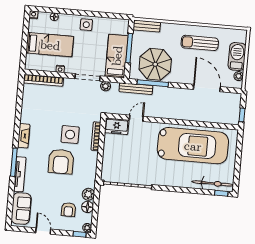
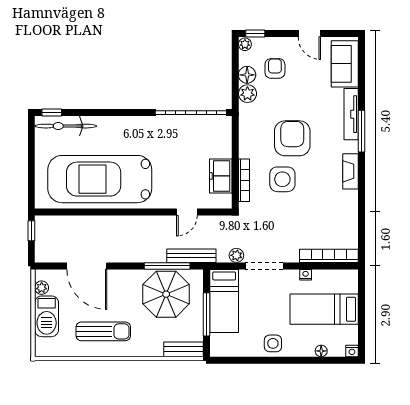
freezer: (117, 126) -> (221, 176), moved, turned -90

